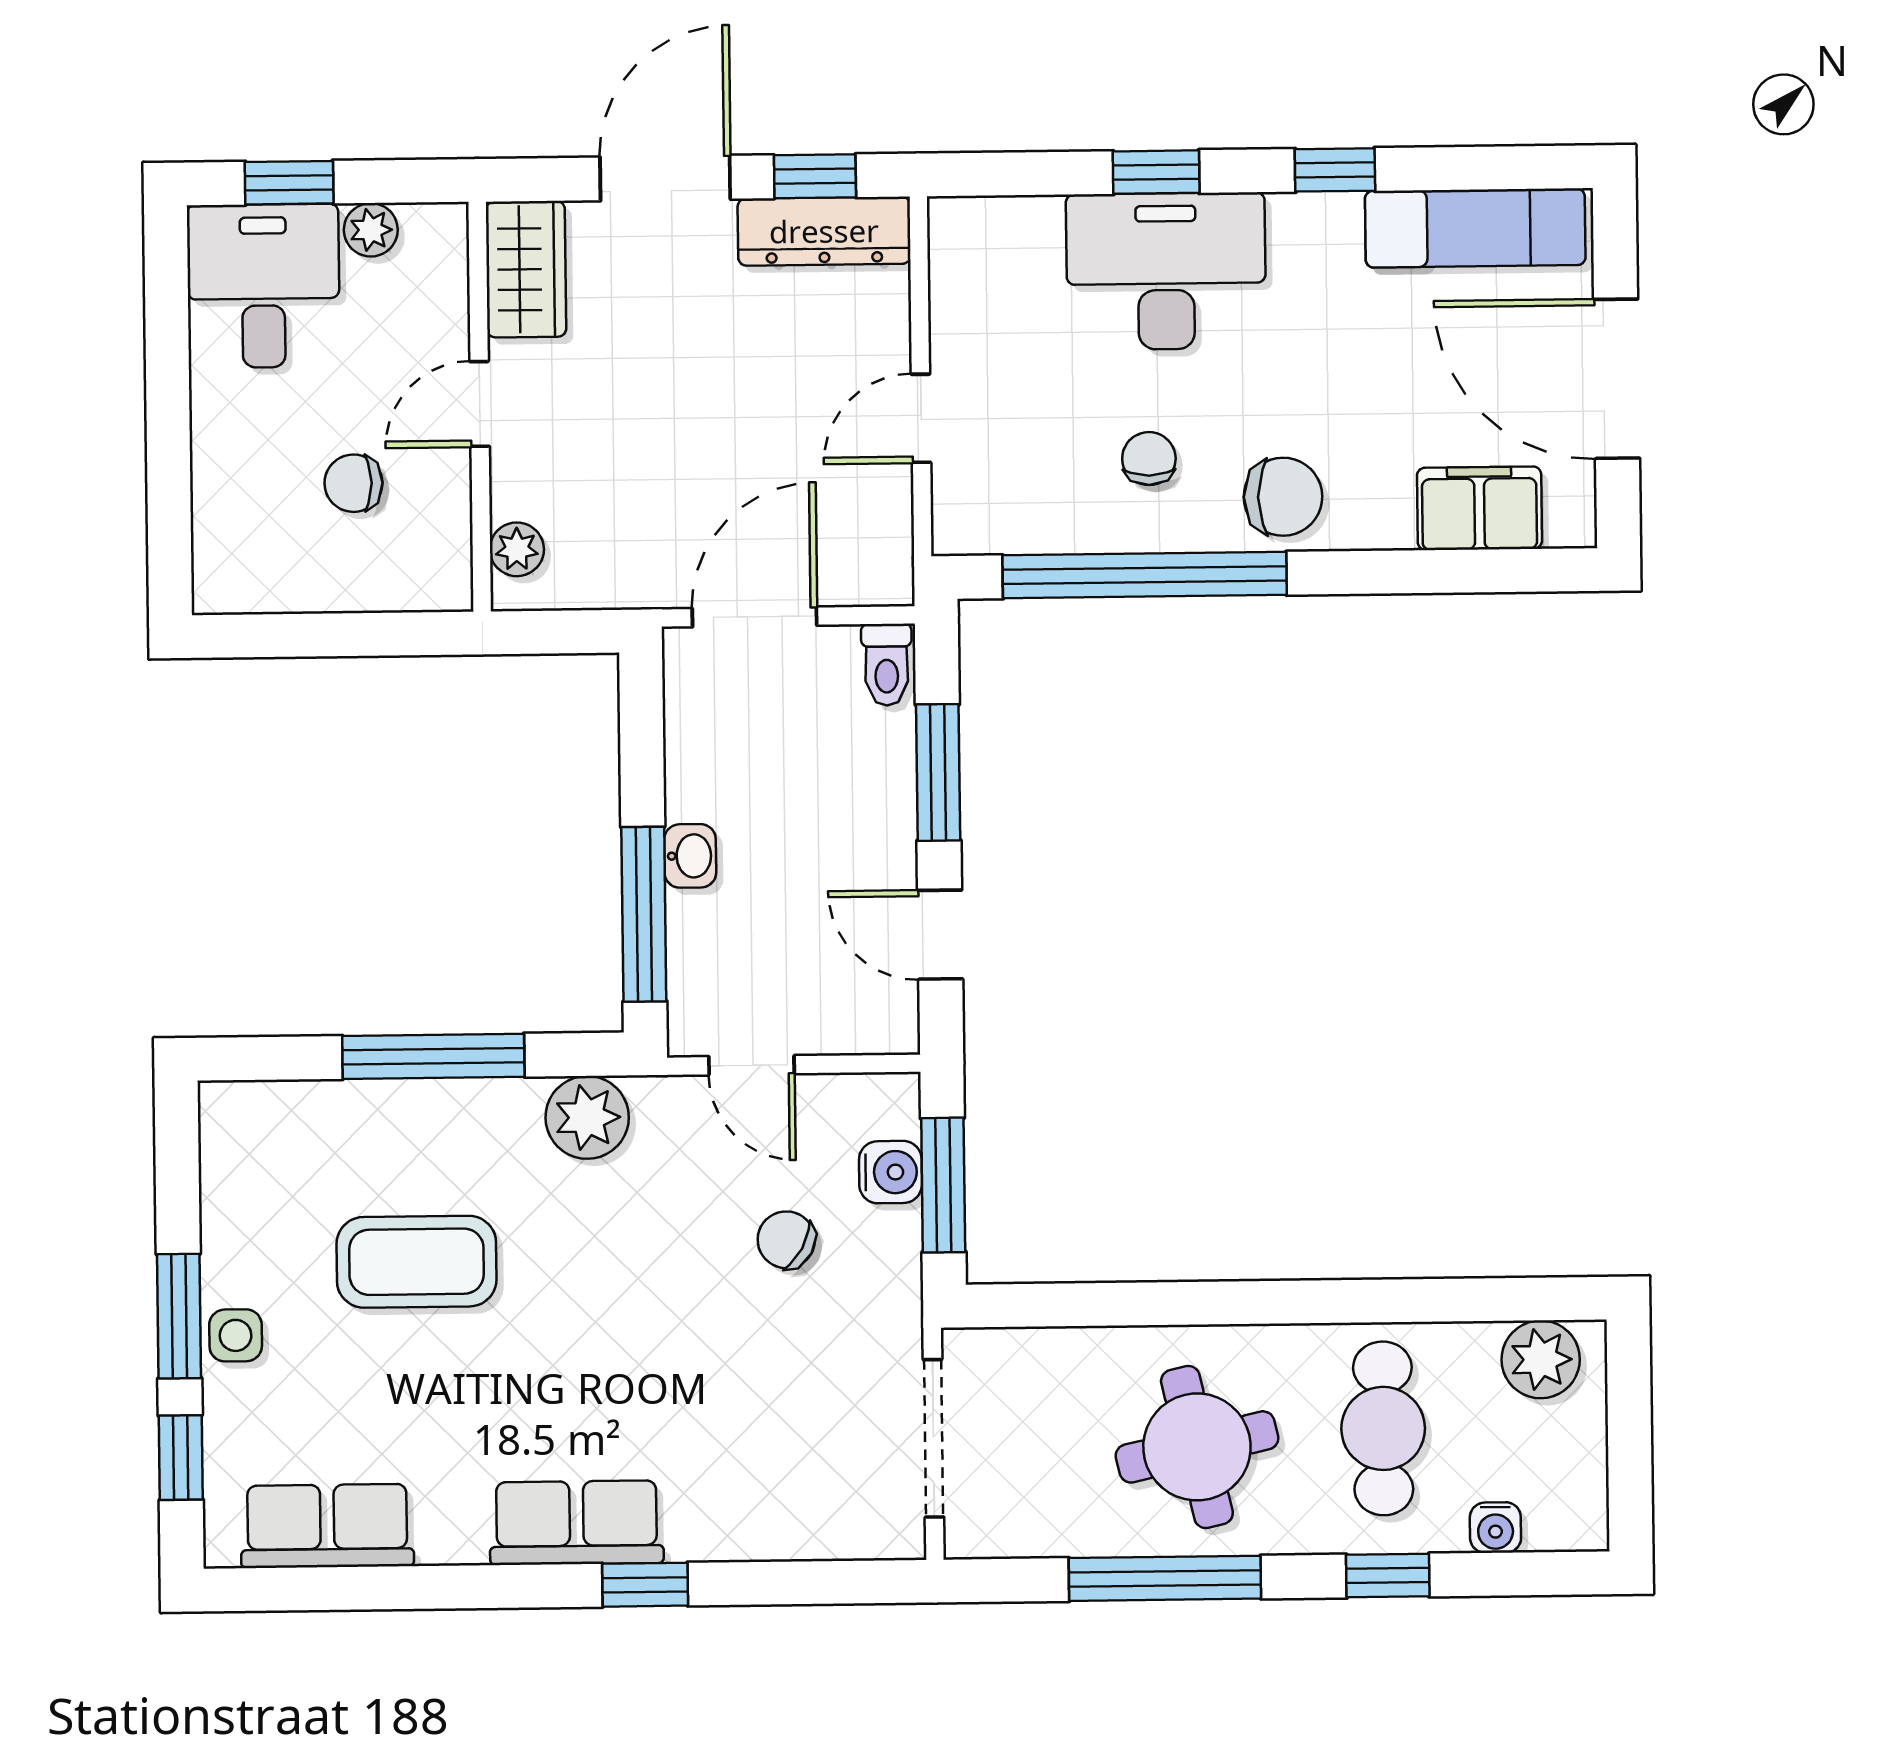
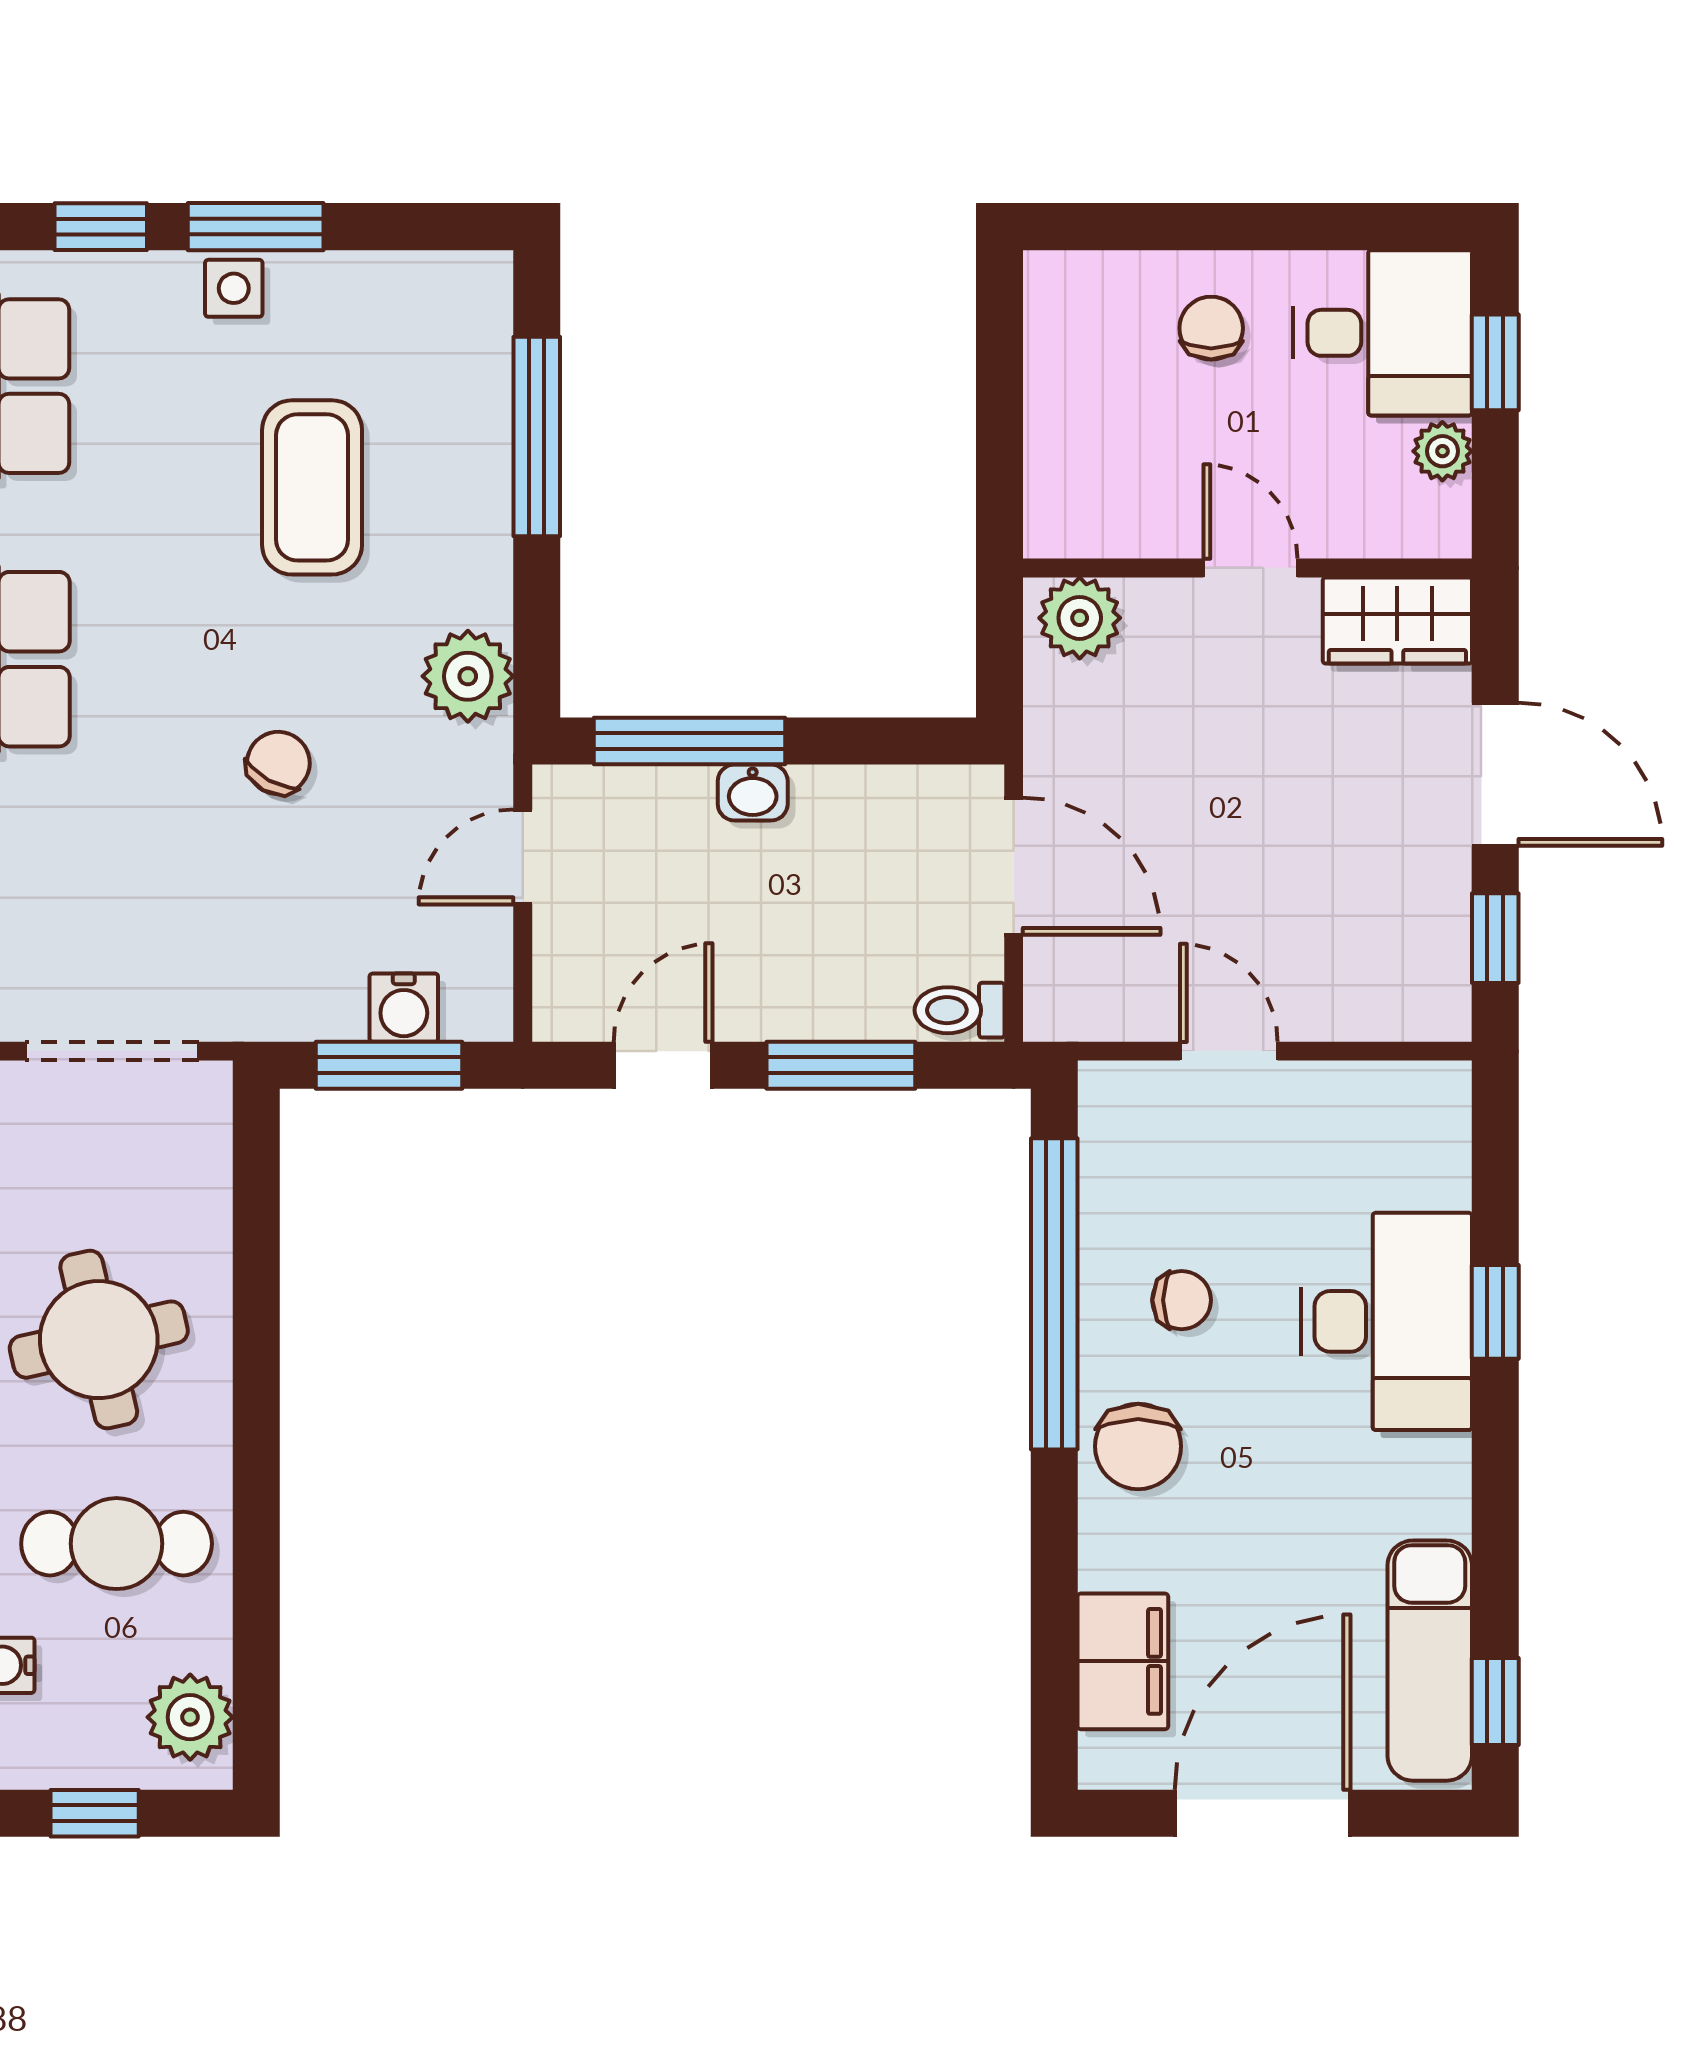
window: (1335, 170) -> (1495, 1702), moved
dresser: (824, 231) -> (1435, 948), removed
chair: (353, 483) -> (1211, 328), moved
plant: (517, 549) -> (1080, 618), width x1.38, depth x1.38
window: (433, 1056) -> (537, 436), moved
chair: (786, 1240) -> (278, 763), moved
window: (1630, 1445) -> (95, 1813), added

